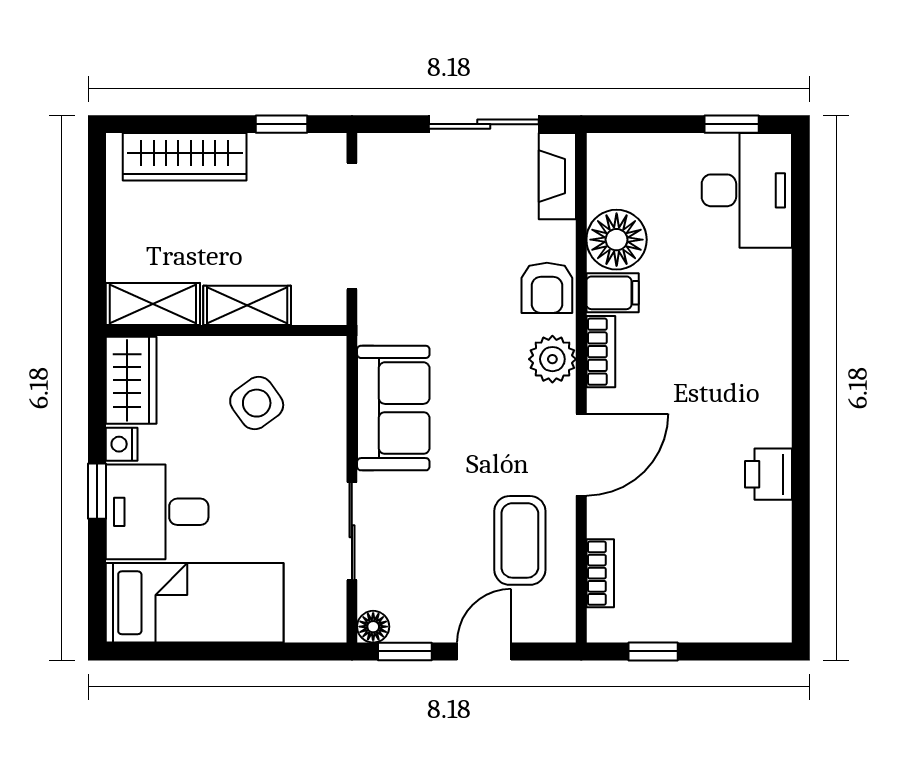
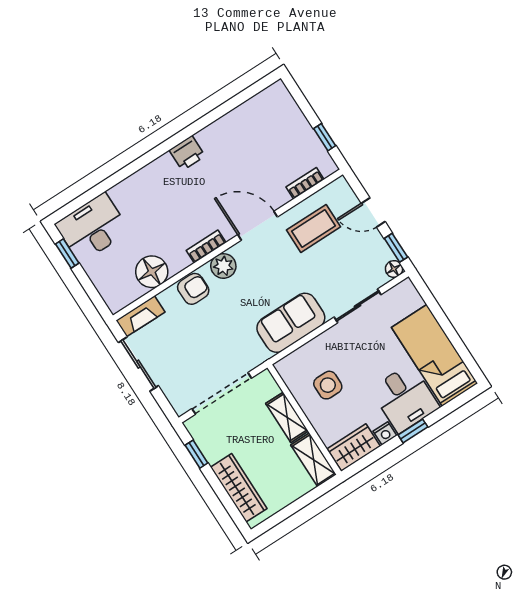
filing cabinet: (613, 293) -> (177, 258), removed
side table: (257, 403) -> (328, 385), turned 36
printer: (769, 474) -> (187, 153), moved

